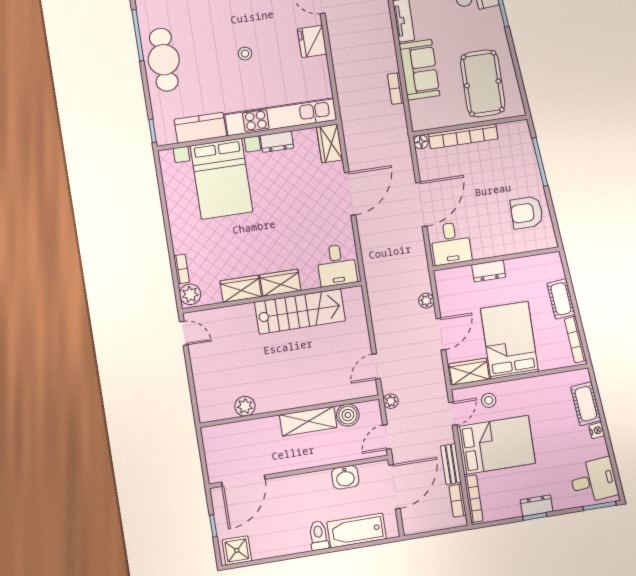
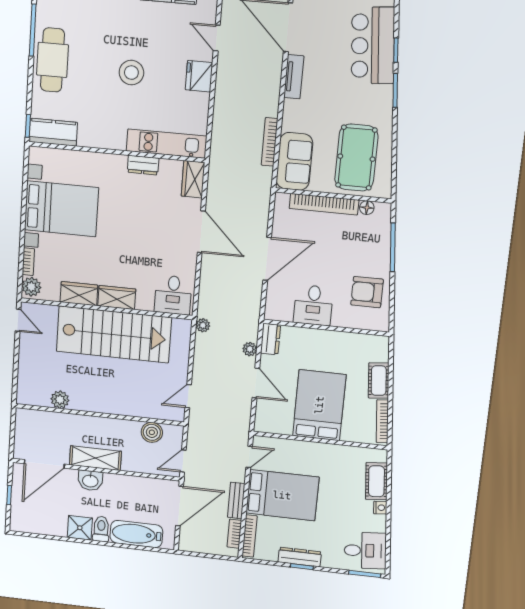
stool: (245, 54) -> (131, 73), width x1.89, depth x1.89
sofa: (420, 70) -> (294, 161), moved
bookcase: (396, 89) -> (270, 142), width x1.56
kitchen unit: (281, 117) -> (167, 144), width x0.73
kitchen counter: (200, 128) -> (53, 132), moved
floor lamp: (421, 142) -> (367, 208), moved
bed with nightstands: (222, 179) -> (61, 209), moved, turned -90
door: (350, 194) -> (201, 232), hinge flipped
desk: (451, 243) -> (313, 305), moved
dresser: (489, 271) -> (270, 339), moved, turned -90
stairs: (300, 311) -> (114, 334), width x1.36, depth x1.51
door: (441, 334) -> (256, 383), hinge flipped
wardrobe: (469, 372) -> (274, 424), removed
stool: (489, 400) -> (286, 454), removed
plant: (391, 401) -> (203, 325), moved
shelving: (308, 421) -> (95, 458), moved
washbasin: (345, 477) -> (90, 480), moved
dresser: (537, 506) -> (300, 557), width x1.44
shower: (237, 550) -> (80, 528), moved

